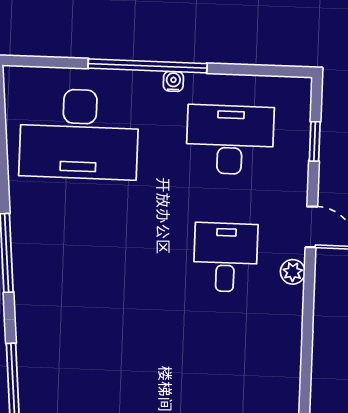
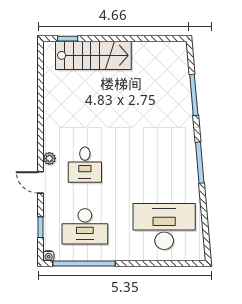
window: (148, 66) -> (84, 263), moved
water cooler: (173, 81) -> (49, 256), moved

